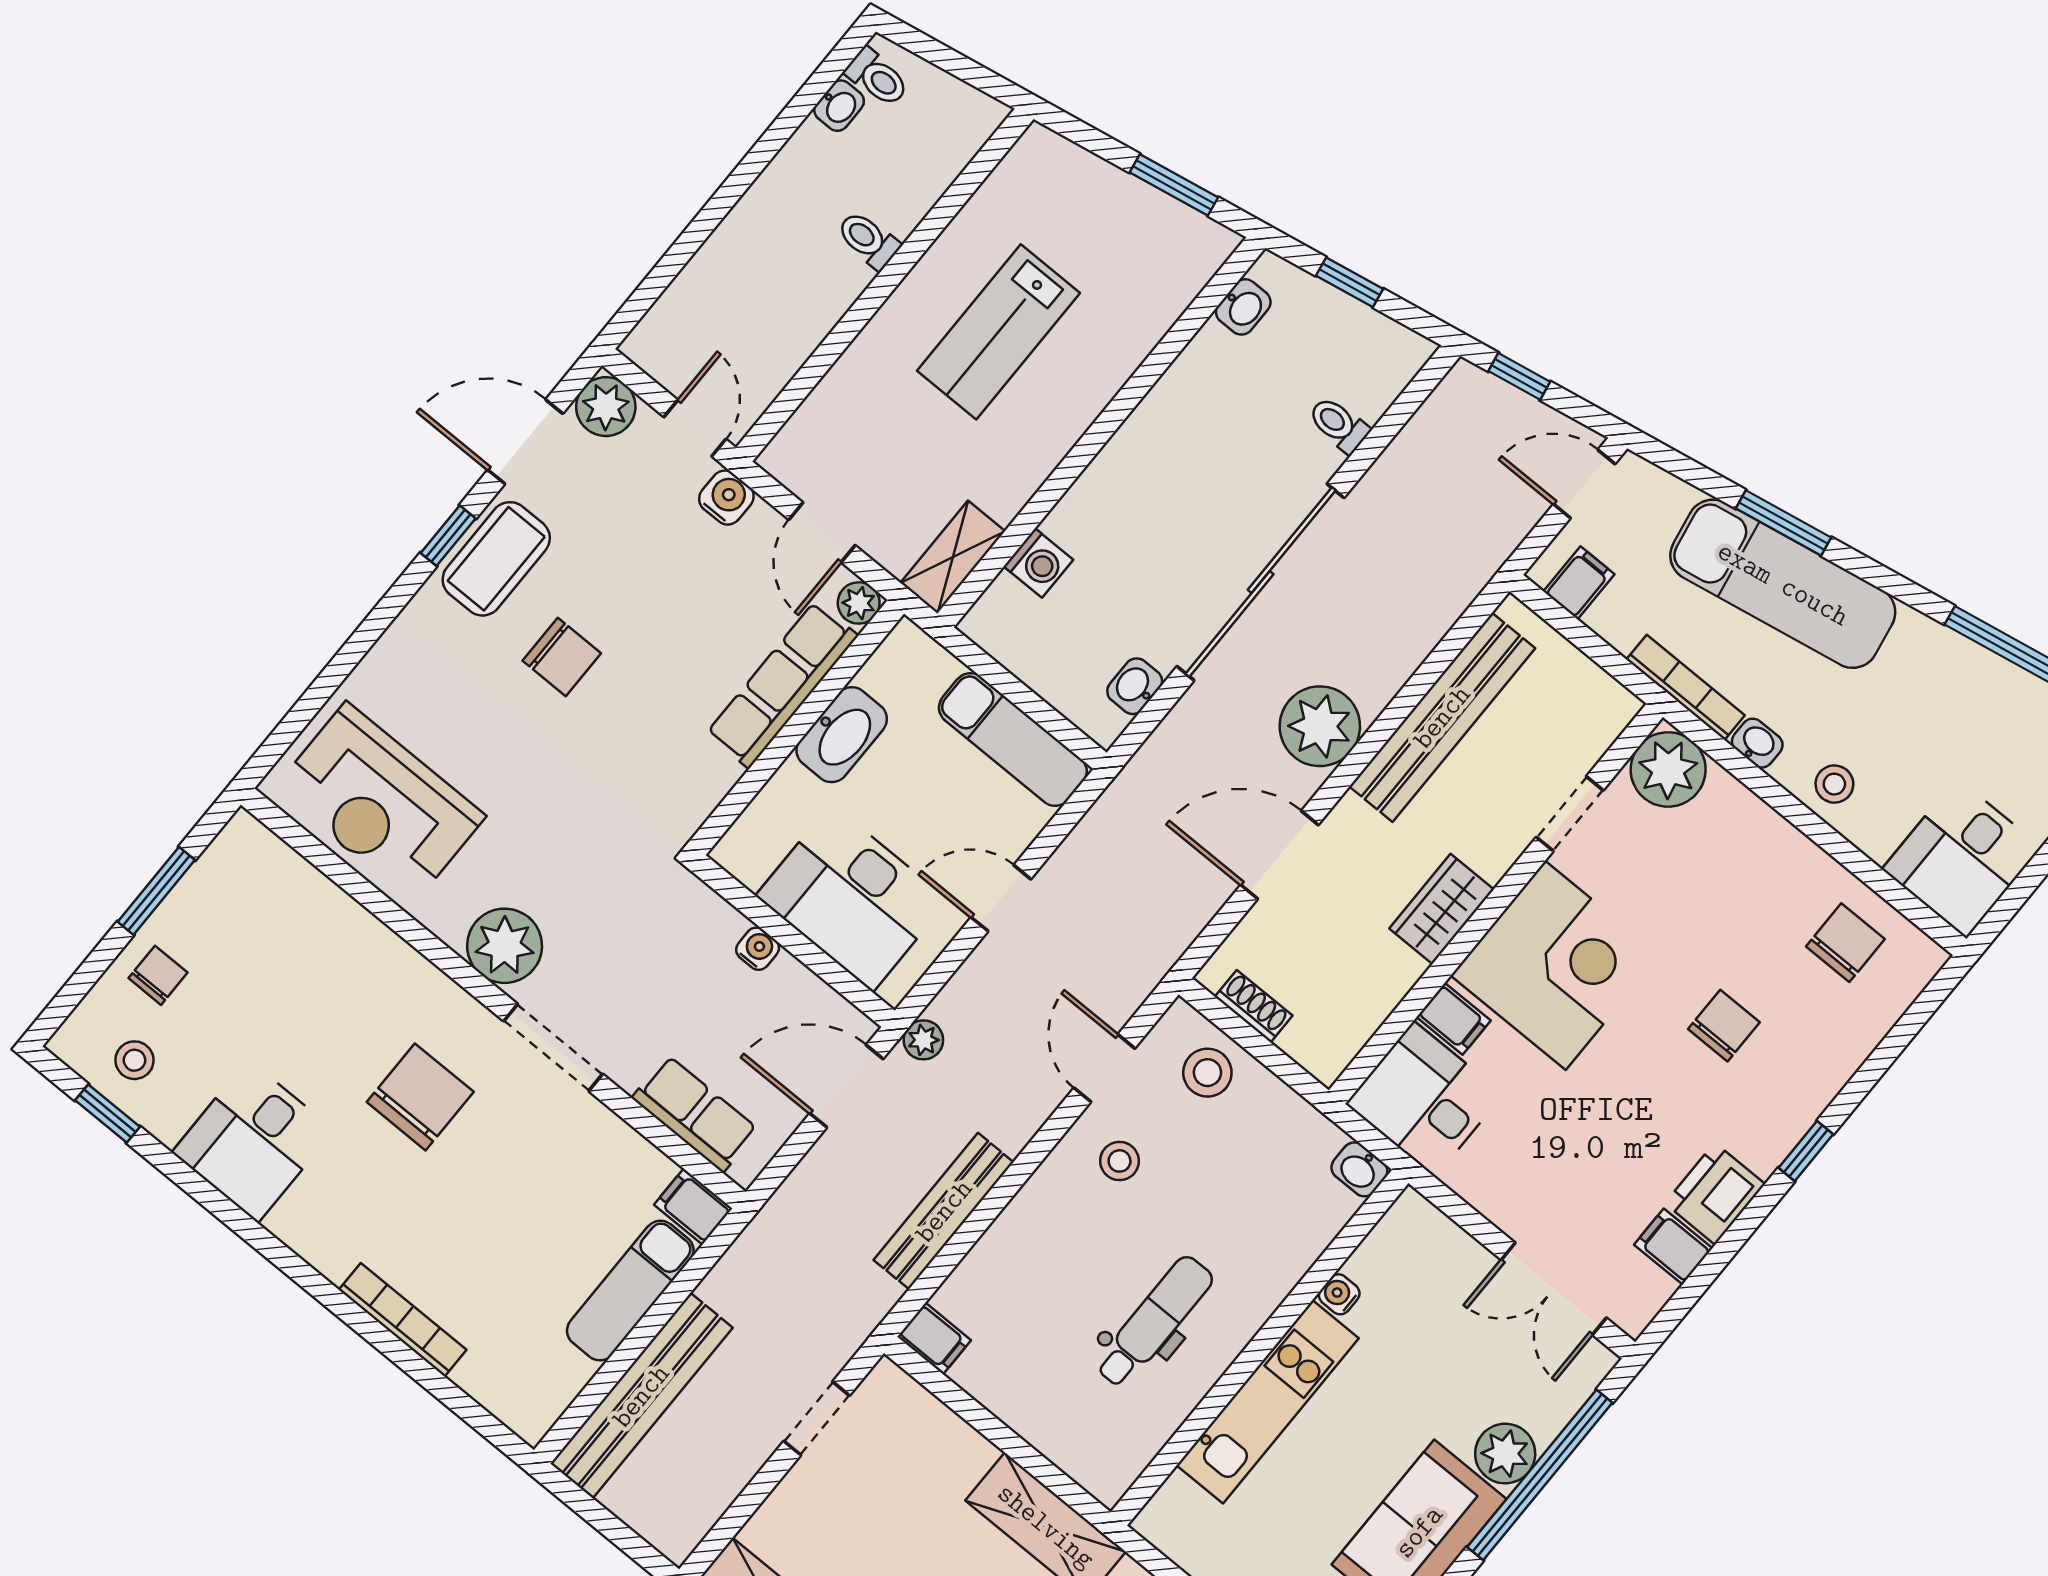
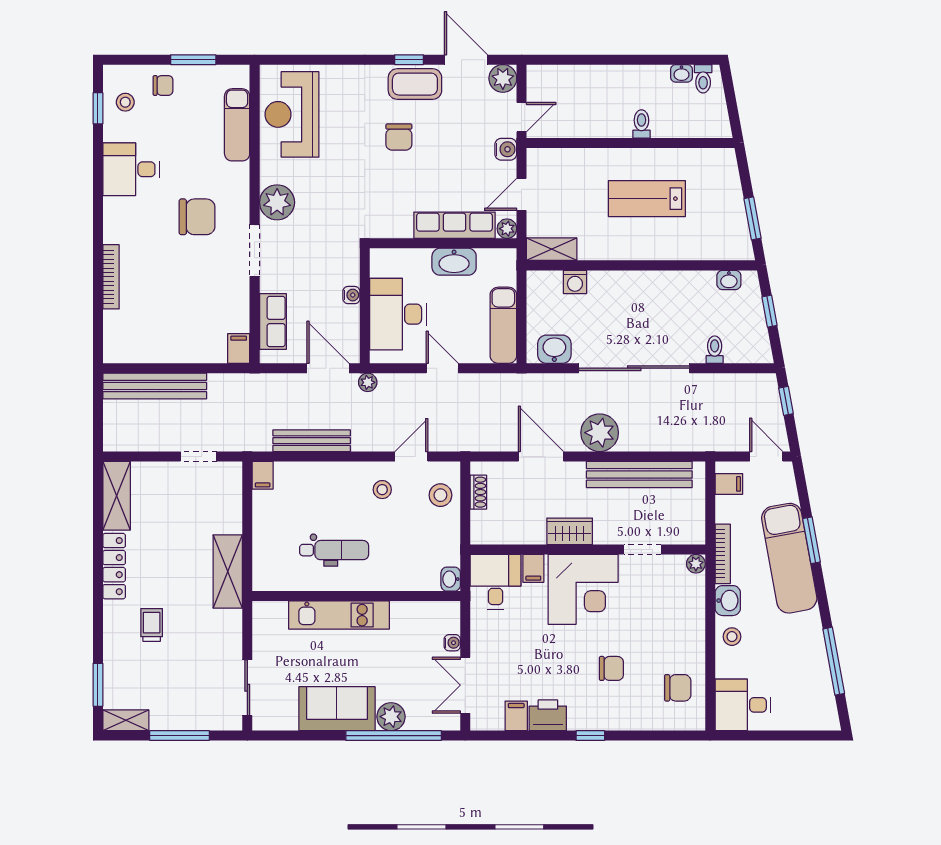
washbasin: (1135, 686) -> (554, 349), width x1.38, depth x1.45
washbasin: (1757, 743) -> (728, 601), width x1.38, depth x1.45
plant: (1668, 769) -> (696, 564), width x0.53, depth x0.53
exam couch: (630, 1291) -> (237, 125), moved, turned -90
water cooler: (1339, 1294) -> (452, 643), moved, turned 90

